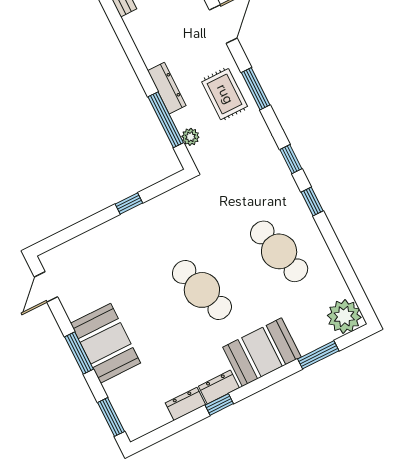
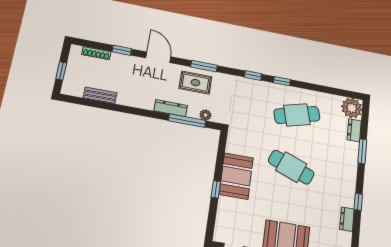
window: (129, 203) -> (216, 189), moved
cafe table: (202, 290) -> (291, 167), turned 39
booth: (262, 352) -> (236, 176), moved
window: (318, 355) -> (362, 151), moved
dresser: (219, 387) -> (354, 130), moved

